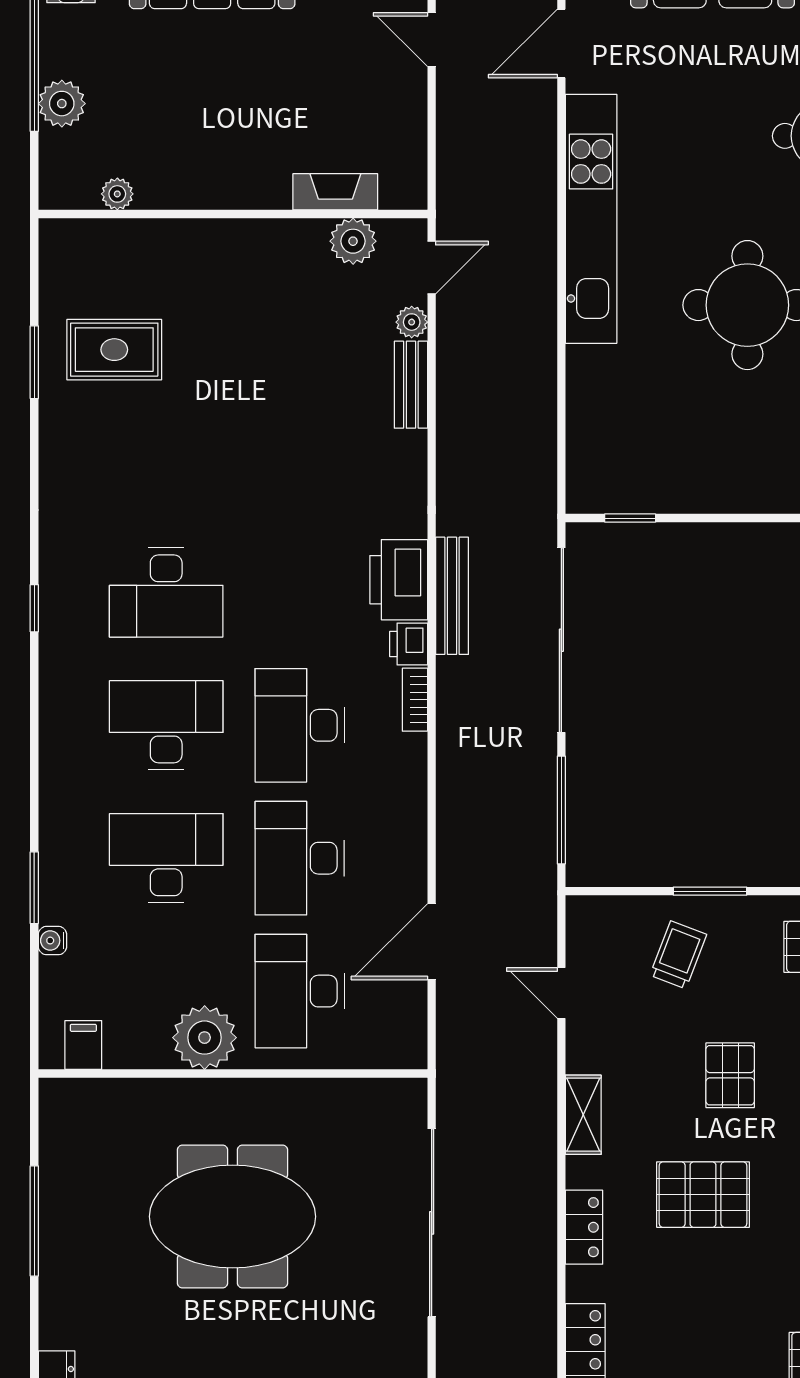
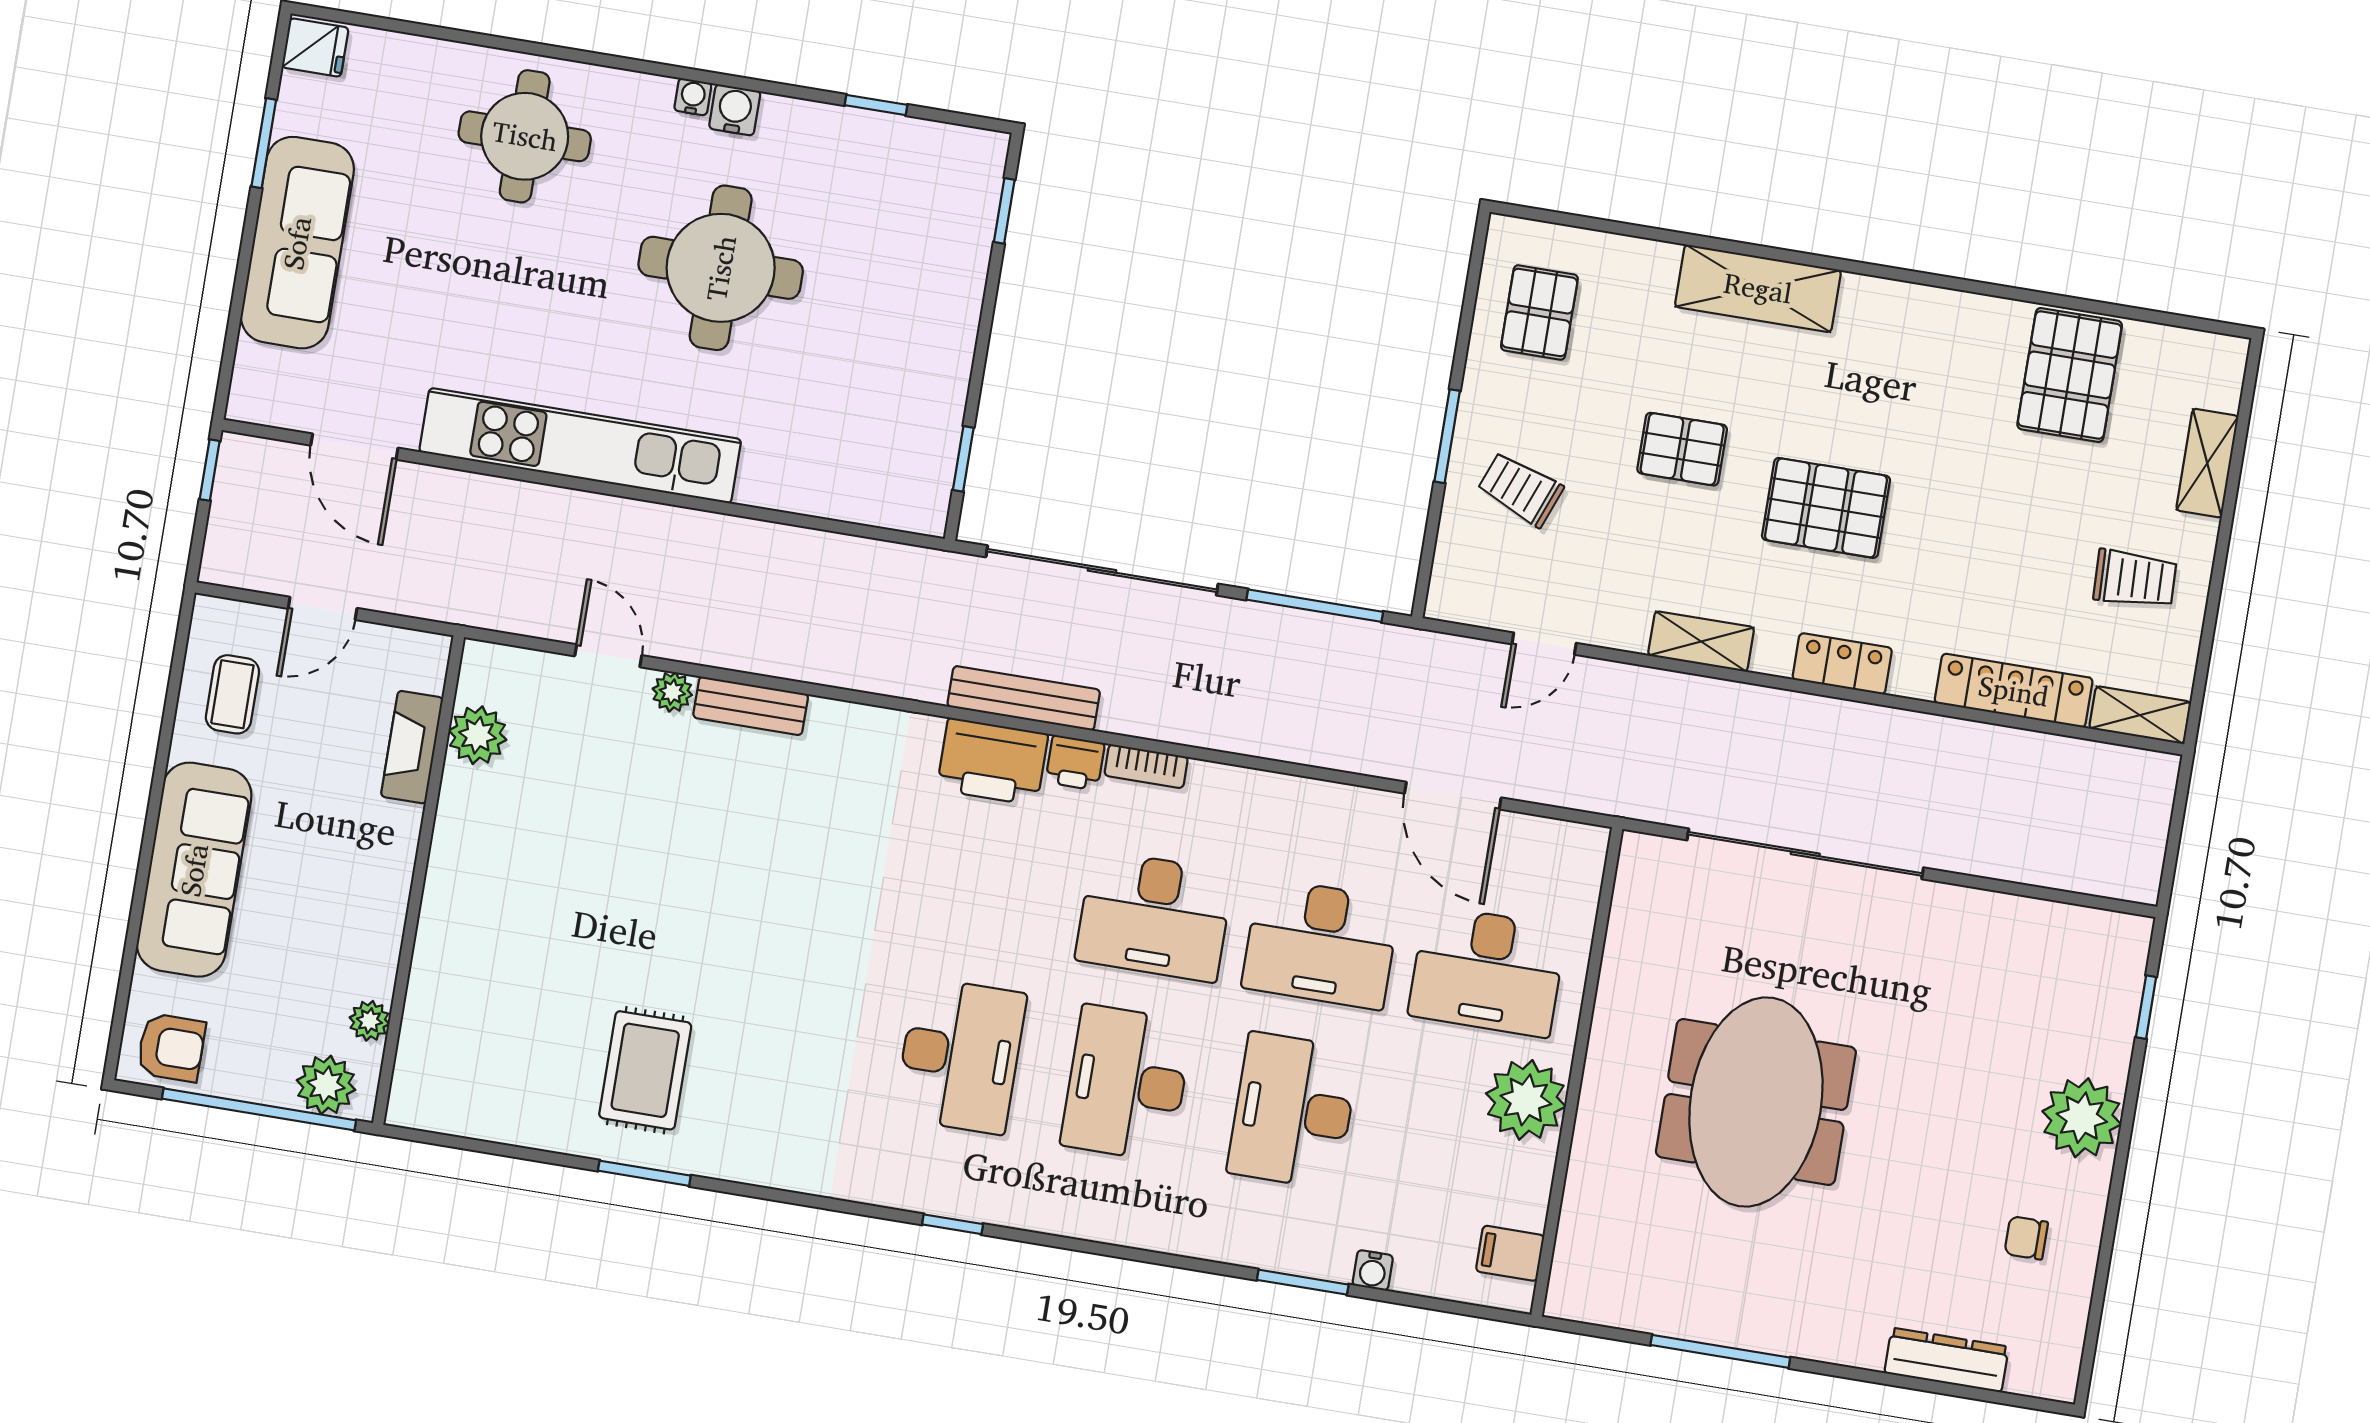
fireplace: (335, 192) -> (412, 747), moved
plant: (117, 194) -> (369, 1021), moved
wall: (233, 214) -> (419, 880), moved
plant: (353, 241) -> (478, 735), moved
pallet: (703, 1195) -> (1826, 508), turned 90

